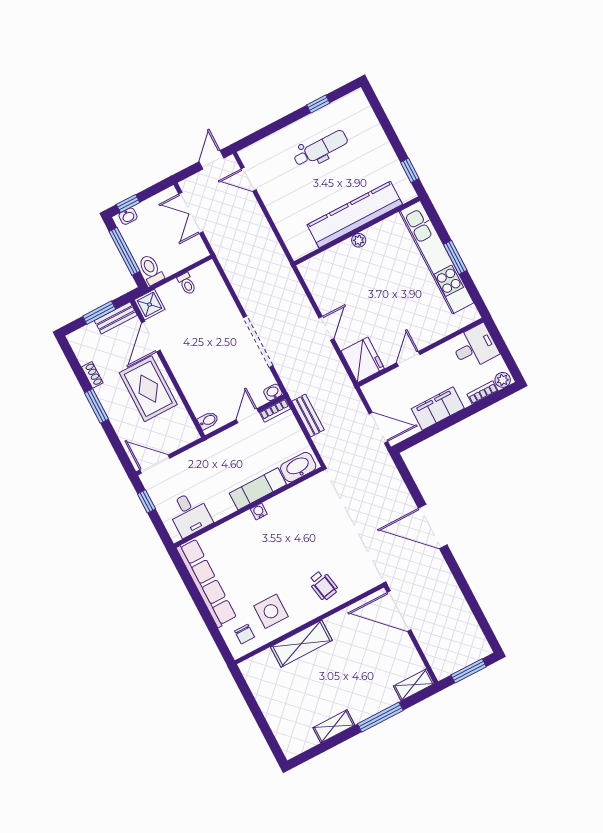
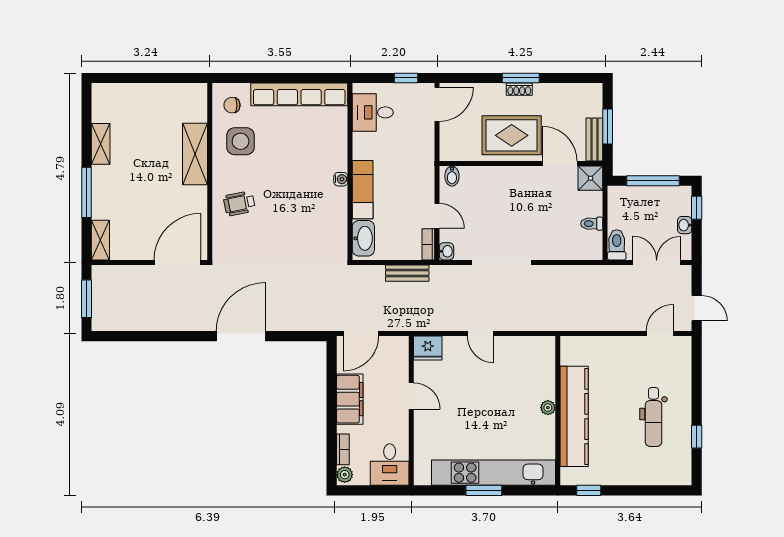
washbasin: (128, 216) -> (685, 225), moved
toilet: (151, 270) -> (617, 245), moved, turned -90
fridge: (363, 360) -> (428, 348), width x0.73, depth x0.75
shoe rack: (92, 375) -> (519, 89), moved

